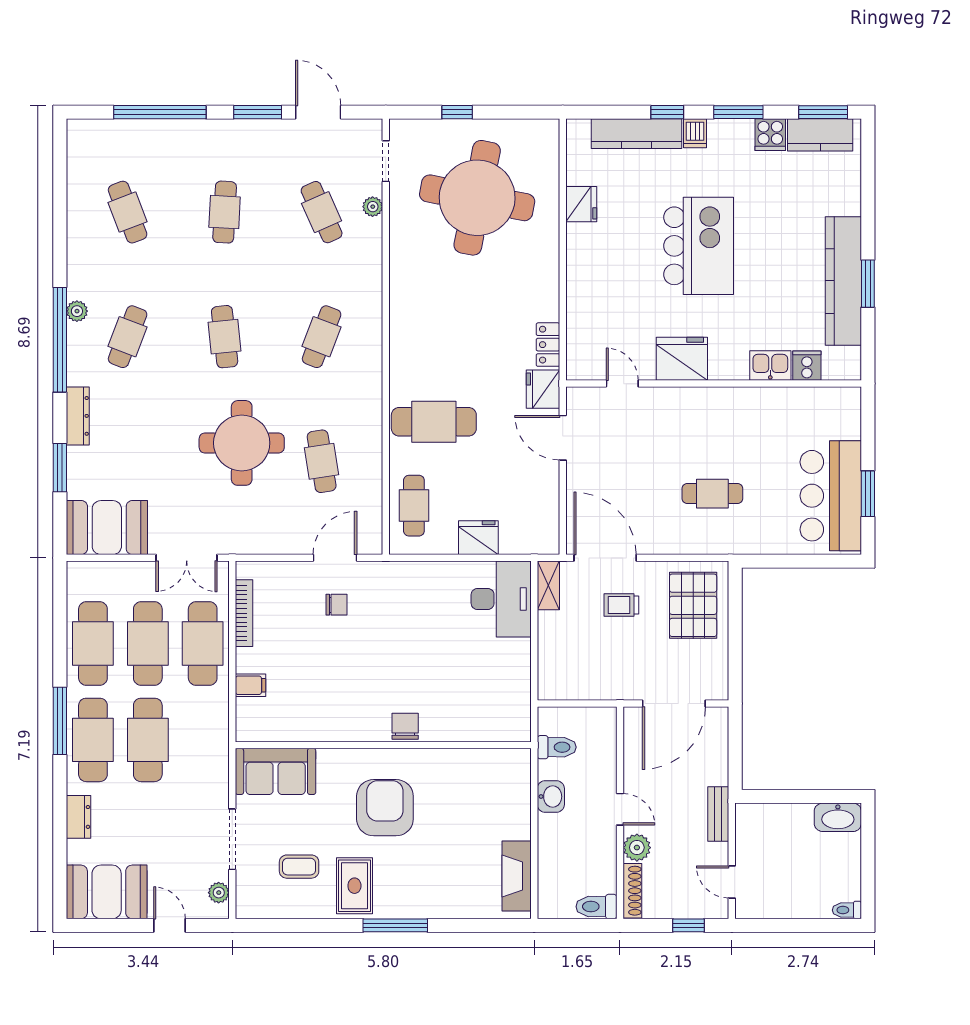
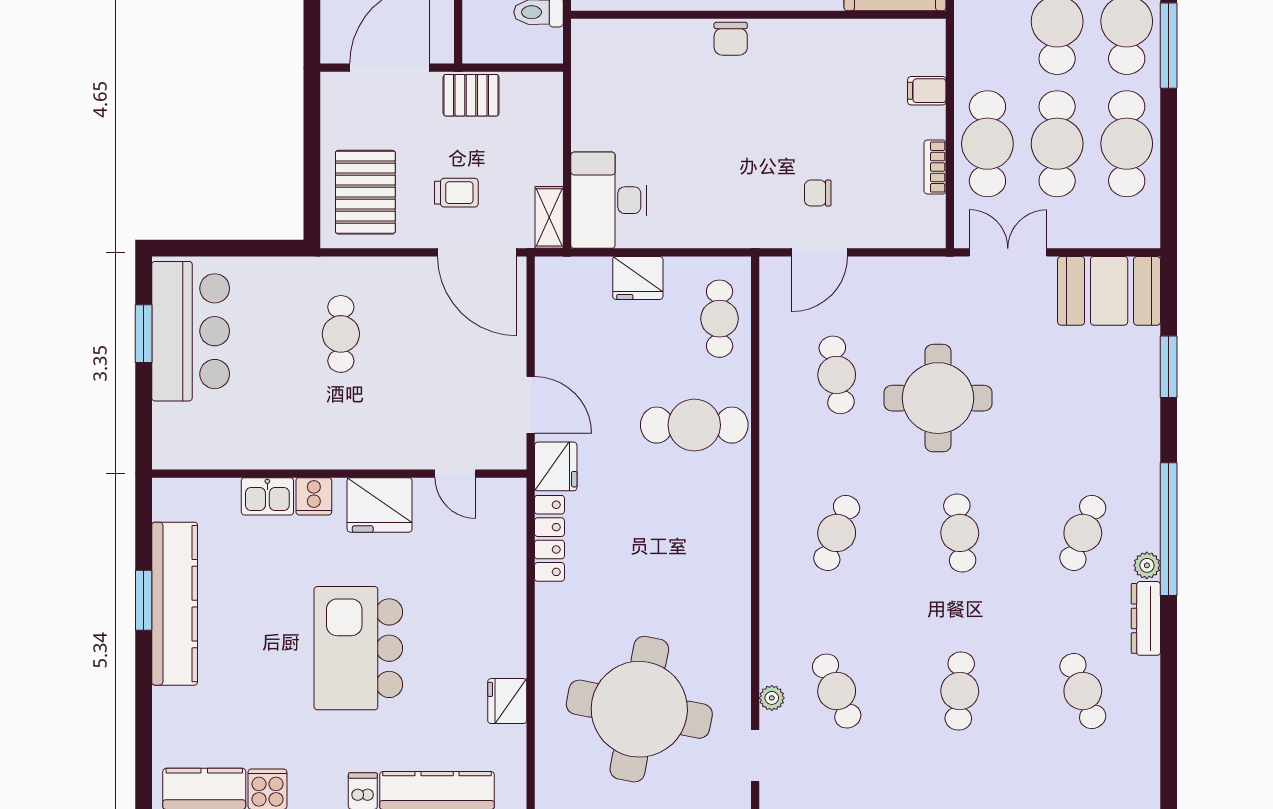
locker: (548, 345) -> (549, 538), width x1.53
cooker: (807, 366) -> (314, 496), moved
dresser: (78, 416) -> (1146, 618), moved
cafe table: (712, 494) -> (341, 334), turned 90
bookcase: (244, 613) -> (935, 167), width x0.64
pallet: (610, 682) -> (471, 95), added

